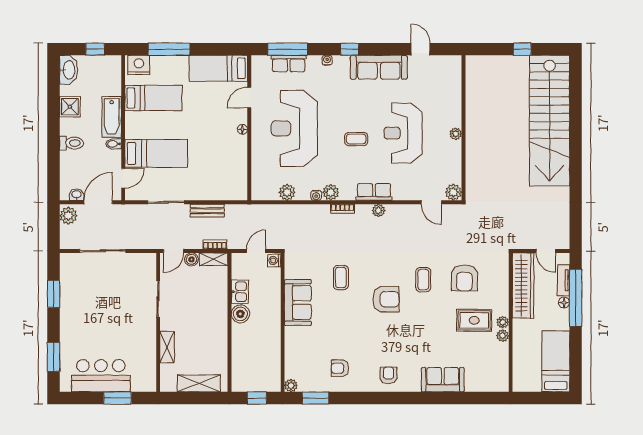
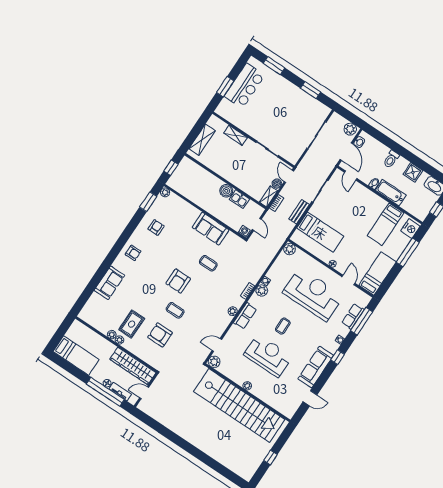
stairs: (550, 121) -> (239, 405), moved, turned 180
bed: (156, 153) -> (320, 232), moved, turned -90
plant: (287, 192) -> (290, 249), moved

